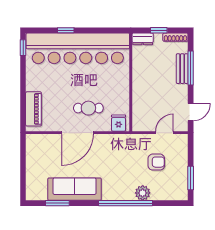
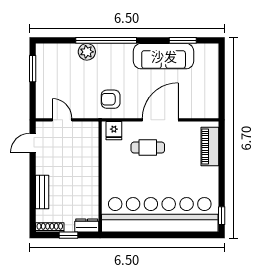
window: (66, 30) -> (173, 235), removed
window: (191, 68) -> (33, 193), removed
door: (164, 133) -> (62, 120), swing flipped
armchair: (156, 162) -> (111, 99), moved

